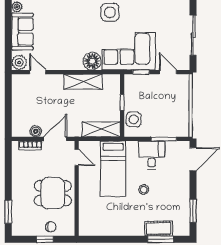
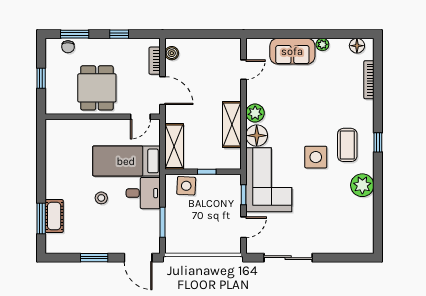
plant: (19, 63) -> (255, 113), moved
boiler: (36, 131) -> (172, 53), moved
desk: (152, 155) -> (143, 193), moved
window: (8, 175) -> (119, 34), added
window: (193, 211) -> (94, 258), moved
chair: (51, 227) -> (68, 47), moved

